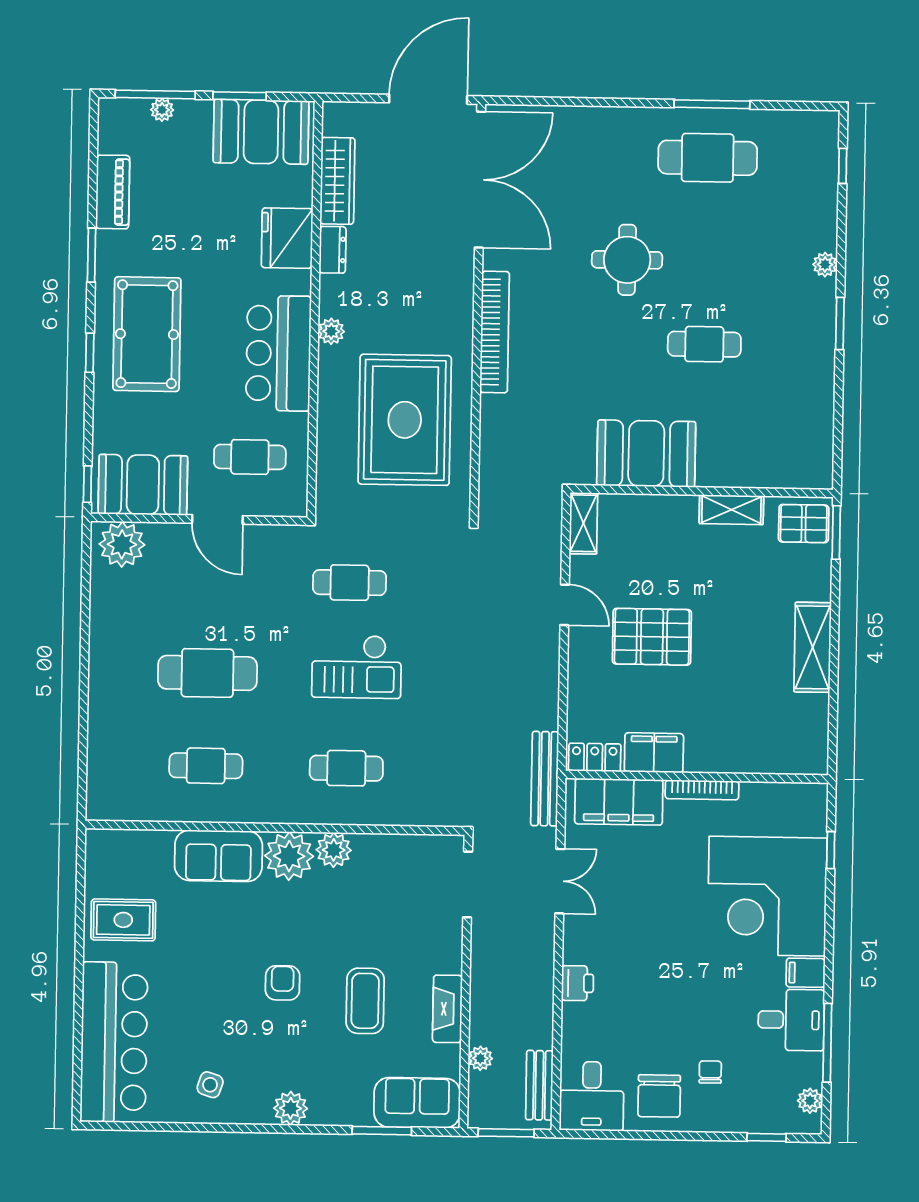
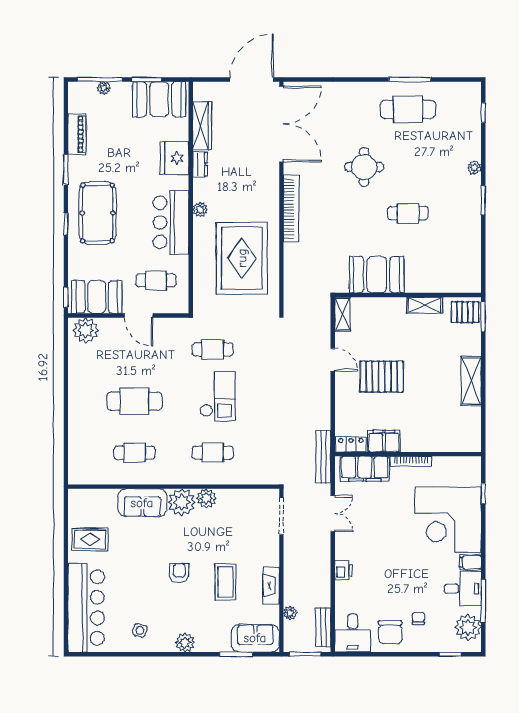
checkout: (357, 667) -> (217, 396), turned -90
plant: (810, 1101) -> (468, 627), width x1.88, depth x1.88

